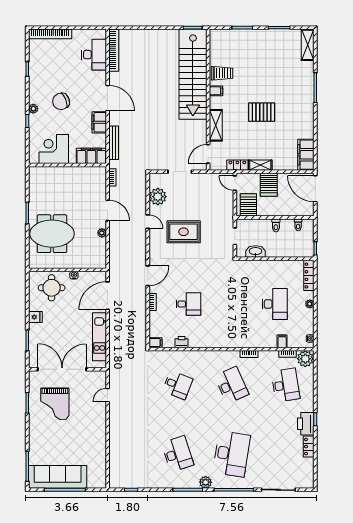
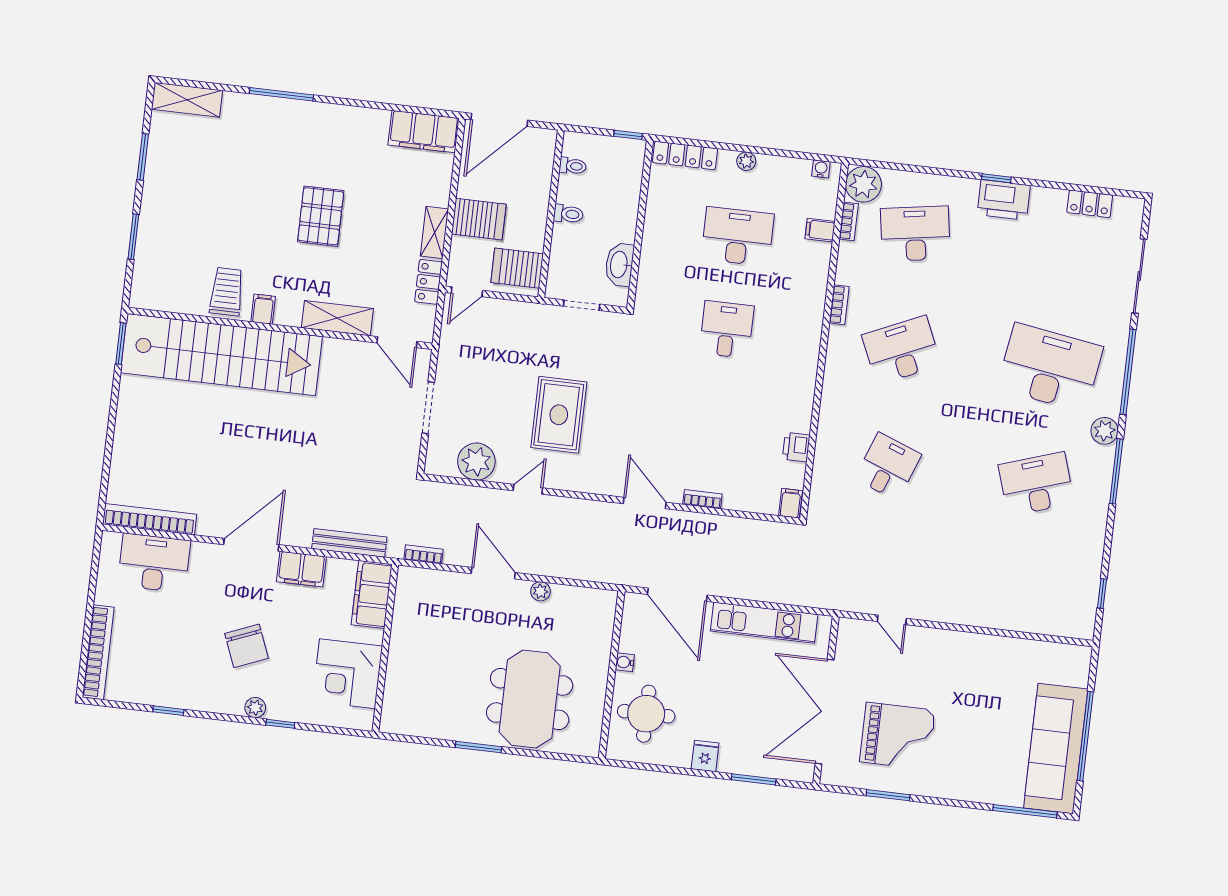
door: (108, 210) -> (493, 573), hinge flipped
desk: (188, 304) -> (727, 330), moved
locker: (309, 447) -> (1090, 204), moved

